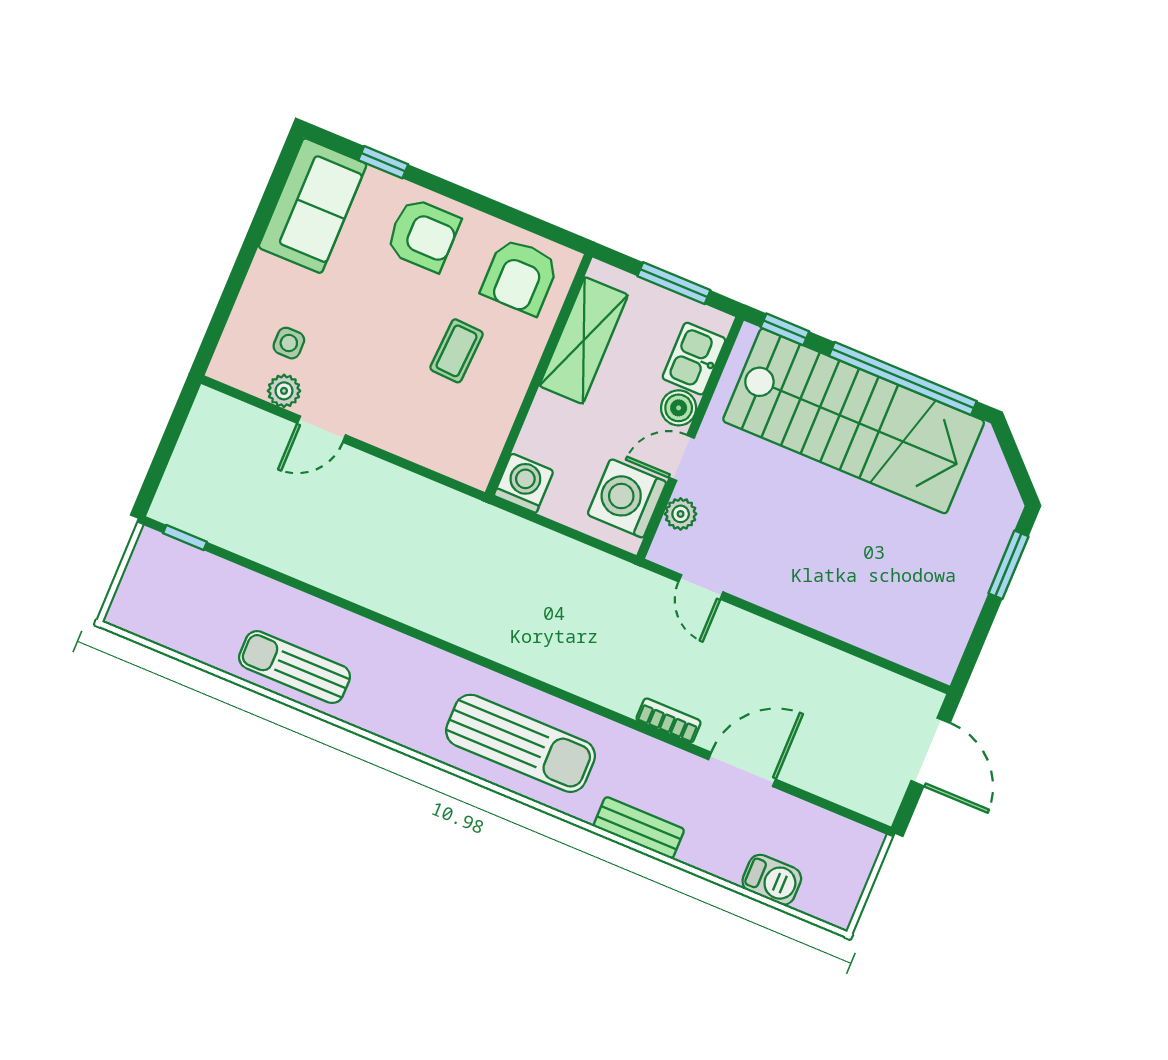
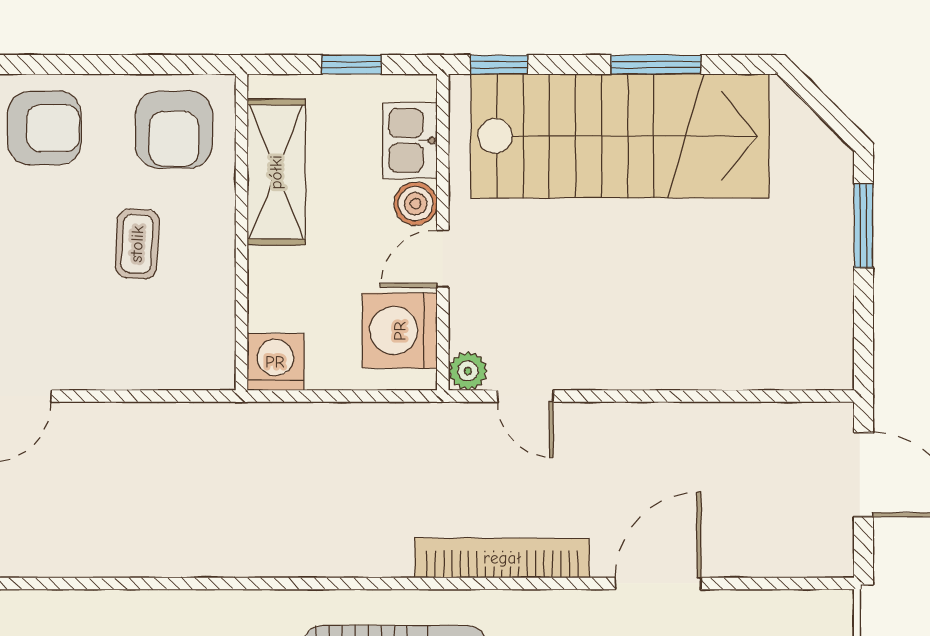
window: (674, 283) -> (351, 64), width x0.67
window: (903, 378) -> (656, 64), width x0.47
plant: (681, 514) -> (468, 371), moved
bookcase: (668, 721) -> (502, 558), width x2.31, depth x1.31

